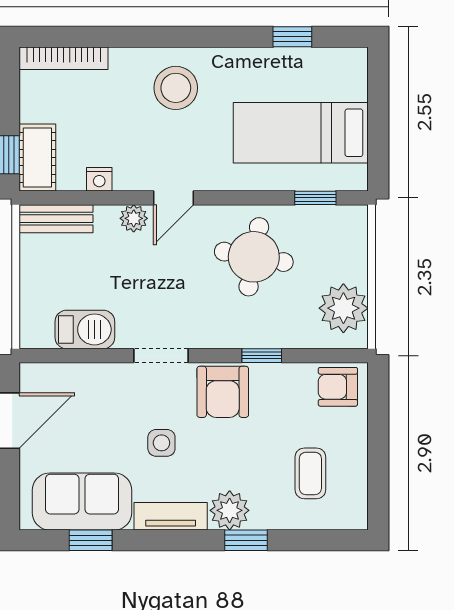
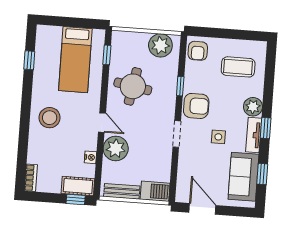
bookcase: (63, 58) -> (31, 178), width x0.64
plant: (134, 218) -> (116, 148), width x1.88, depth x1.88
bench: (56, 219) -> (122, 191), moved, turned 90
barbecue: (85, 329) -> (155, 191), moved, turned 90
coffee table: (310, 473) -> (238, 67), width x1.36, depth x1.30
window: (246, 540) -> (266, 128), moved

